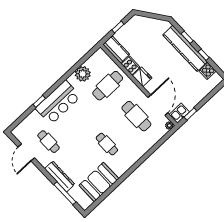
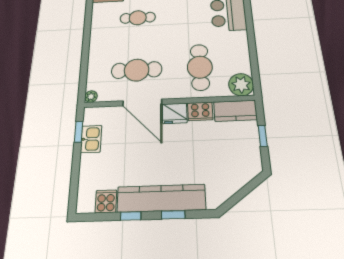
plant: (83, 74) -> (241, 85), moved
door: (158, 105) -> (142, 103), moved
kitchen sink: (179, 113) -> (91, 139), moved

